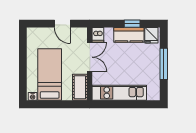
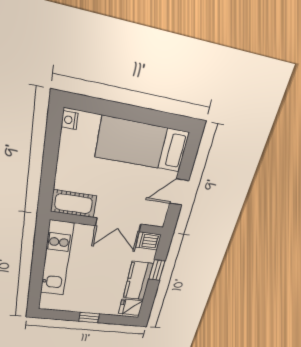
window: (132, 24) -> (157, 270), moved
window: (164, 64) -> (89, 318), width x0.46
bed: (50, 75) -> (142, 145), moved, turned 180

